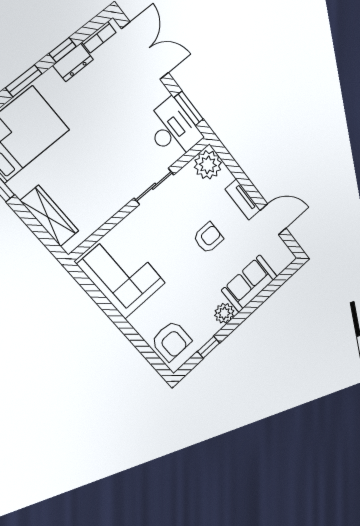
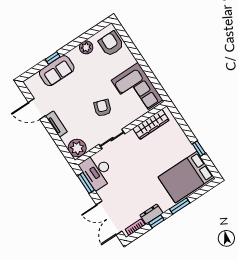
wardrobe: (50, 216) -> (151, 124), moved, turned -90
armchair: (208, 238) -> (103, 108), moved, turned 109
plant: (224, 313) -> (86, 47), moved
window: (208, 347) -> (53, 58), moved

